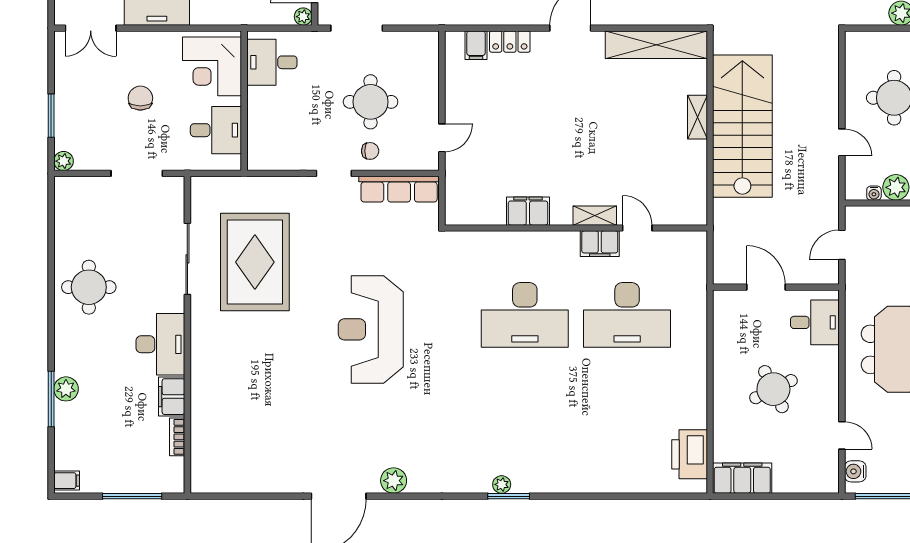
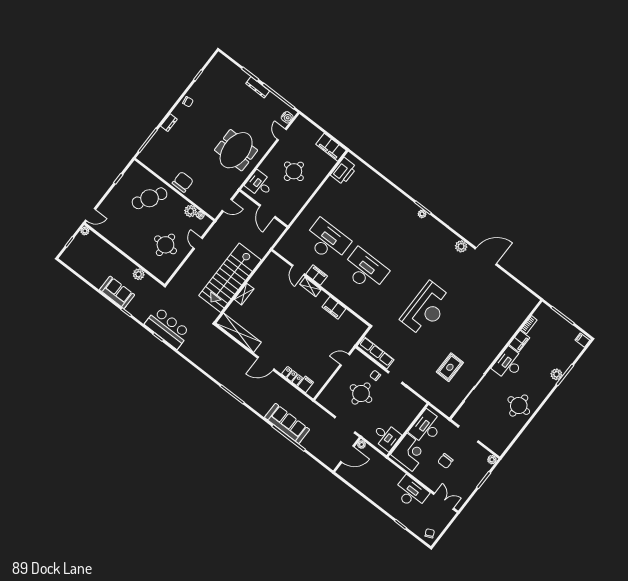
desk: (216, 130) -> (426, 427), width x1.37
rug: (255, 262) -> (450, 367), width x0.54, depth x0.49
round table: (773, 389) -> (294, 171), turned 34

